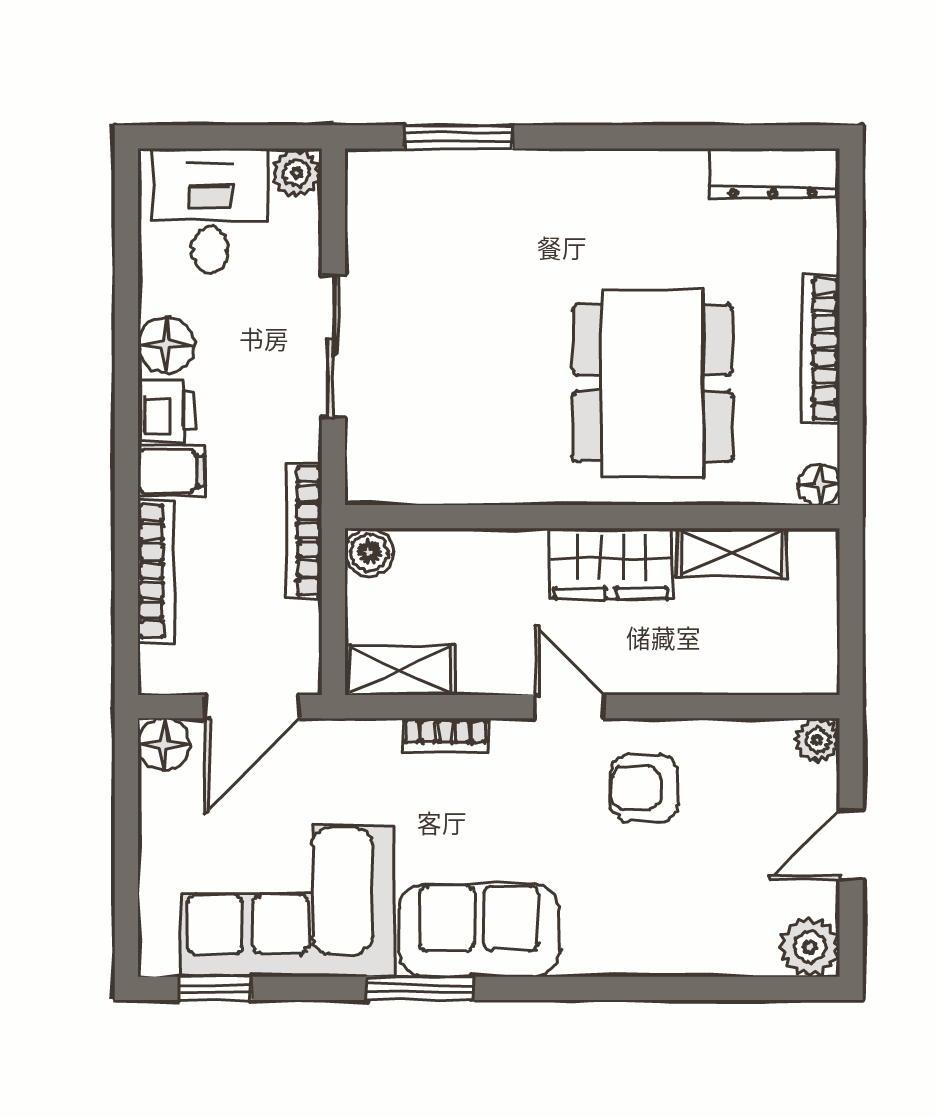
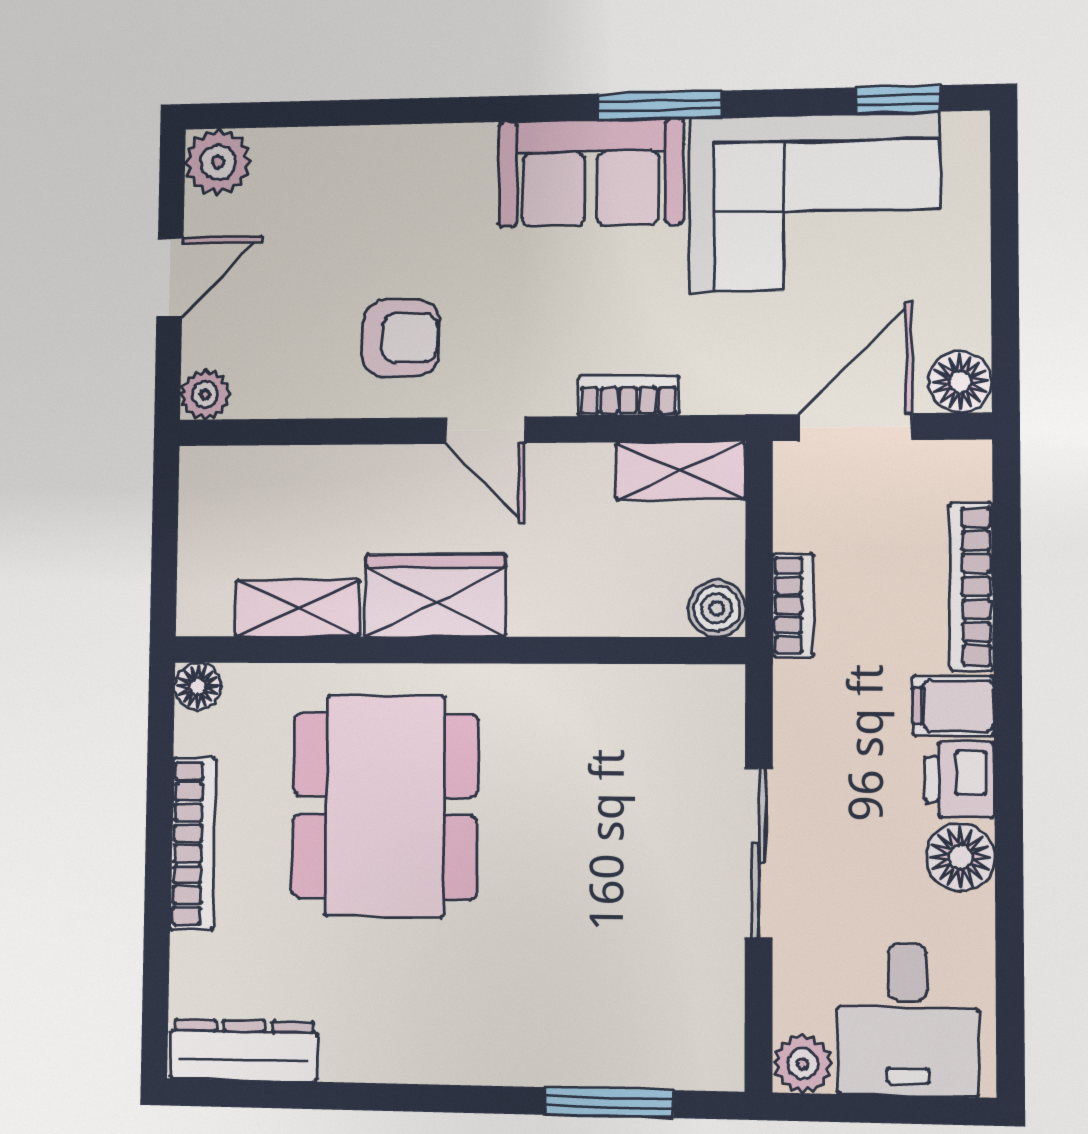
bookcase: (304, 531) -> (793, 605), width x0.64

